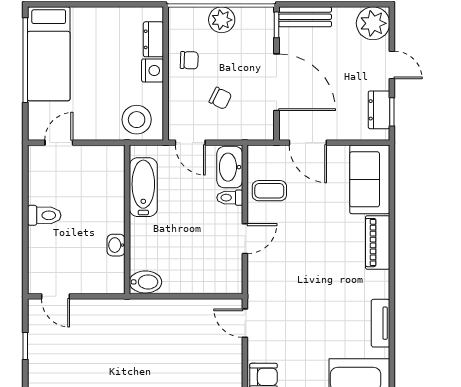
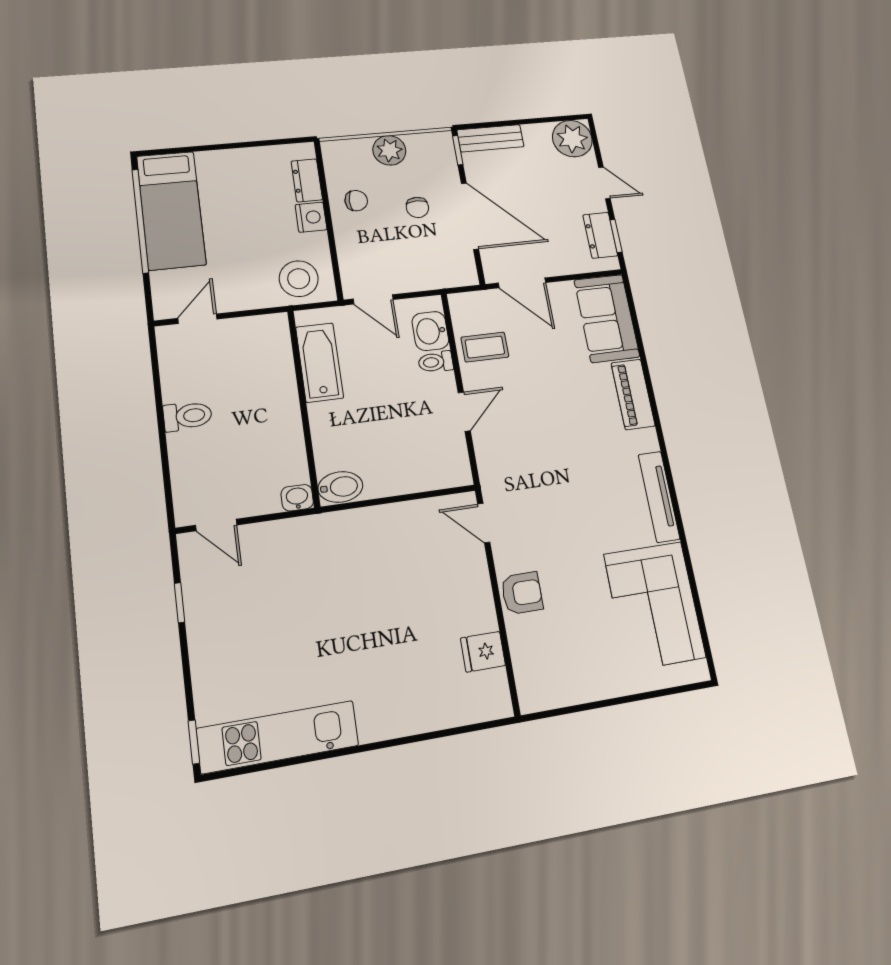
chair: (220, 98) -> (417, 207), moved, turned 64
washbasin: (230, 167) -> (430, 331), width x0.72
washbasin: (116, 245) -> (297, 498), moved, turned 90
tv unit: (381, 323) -> (659, 497), width x1.41

